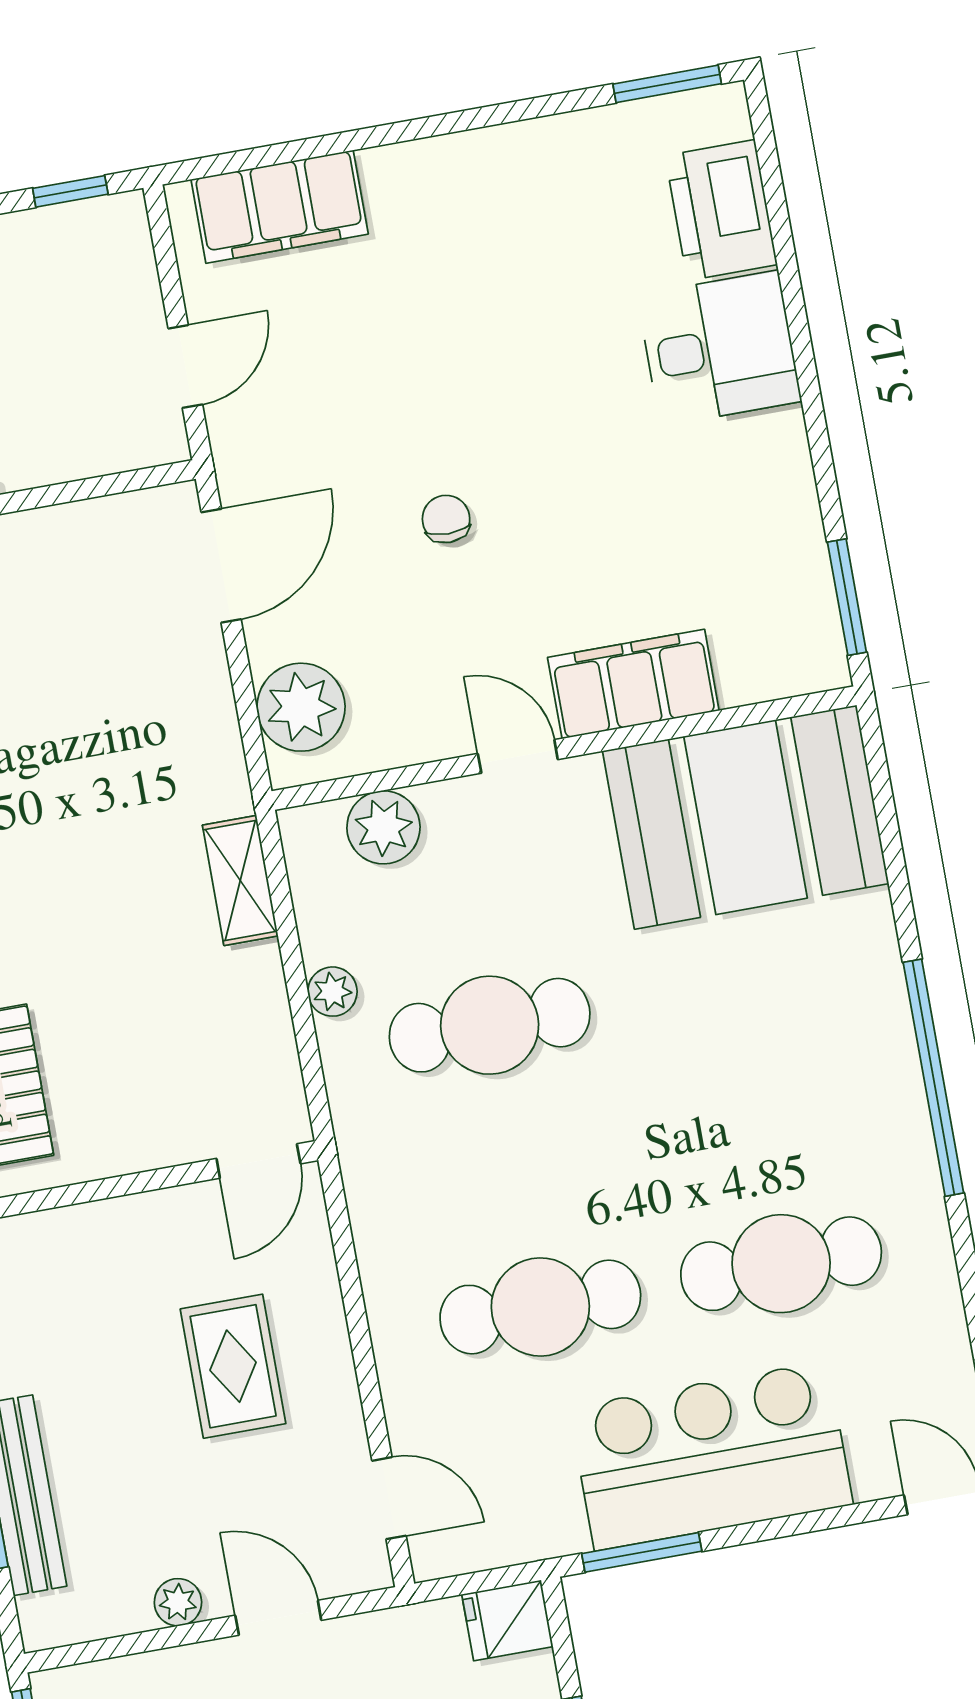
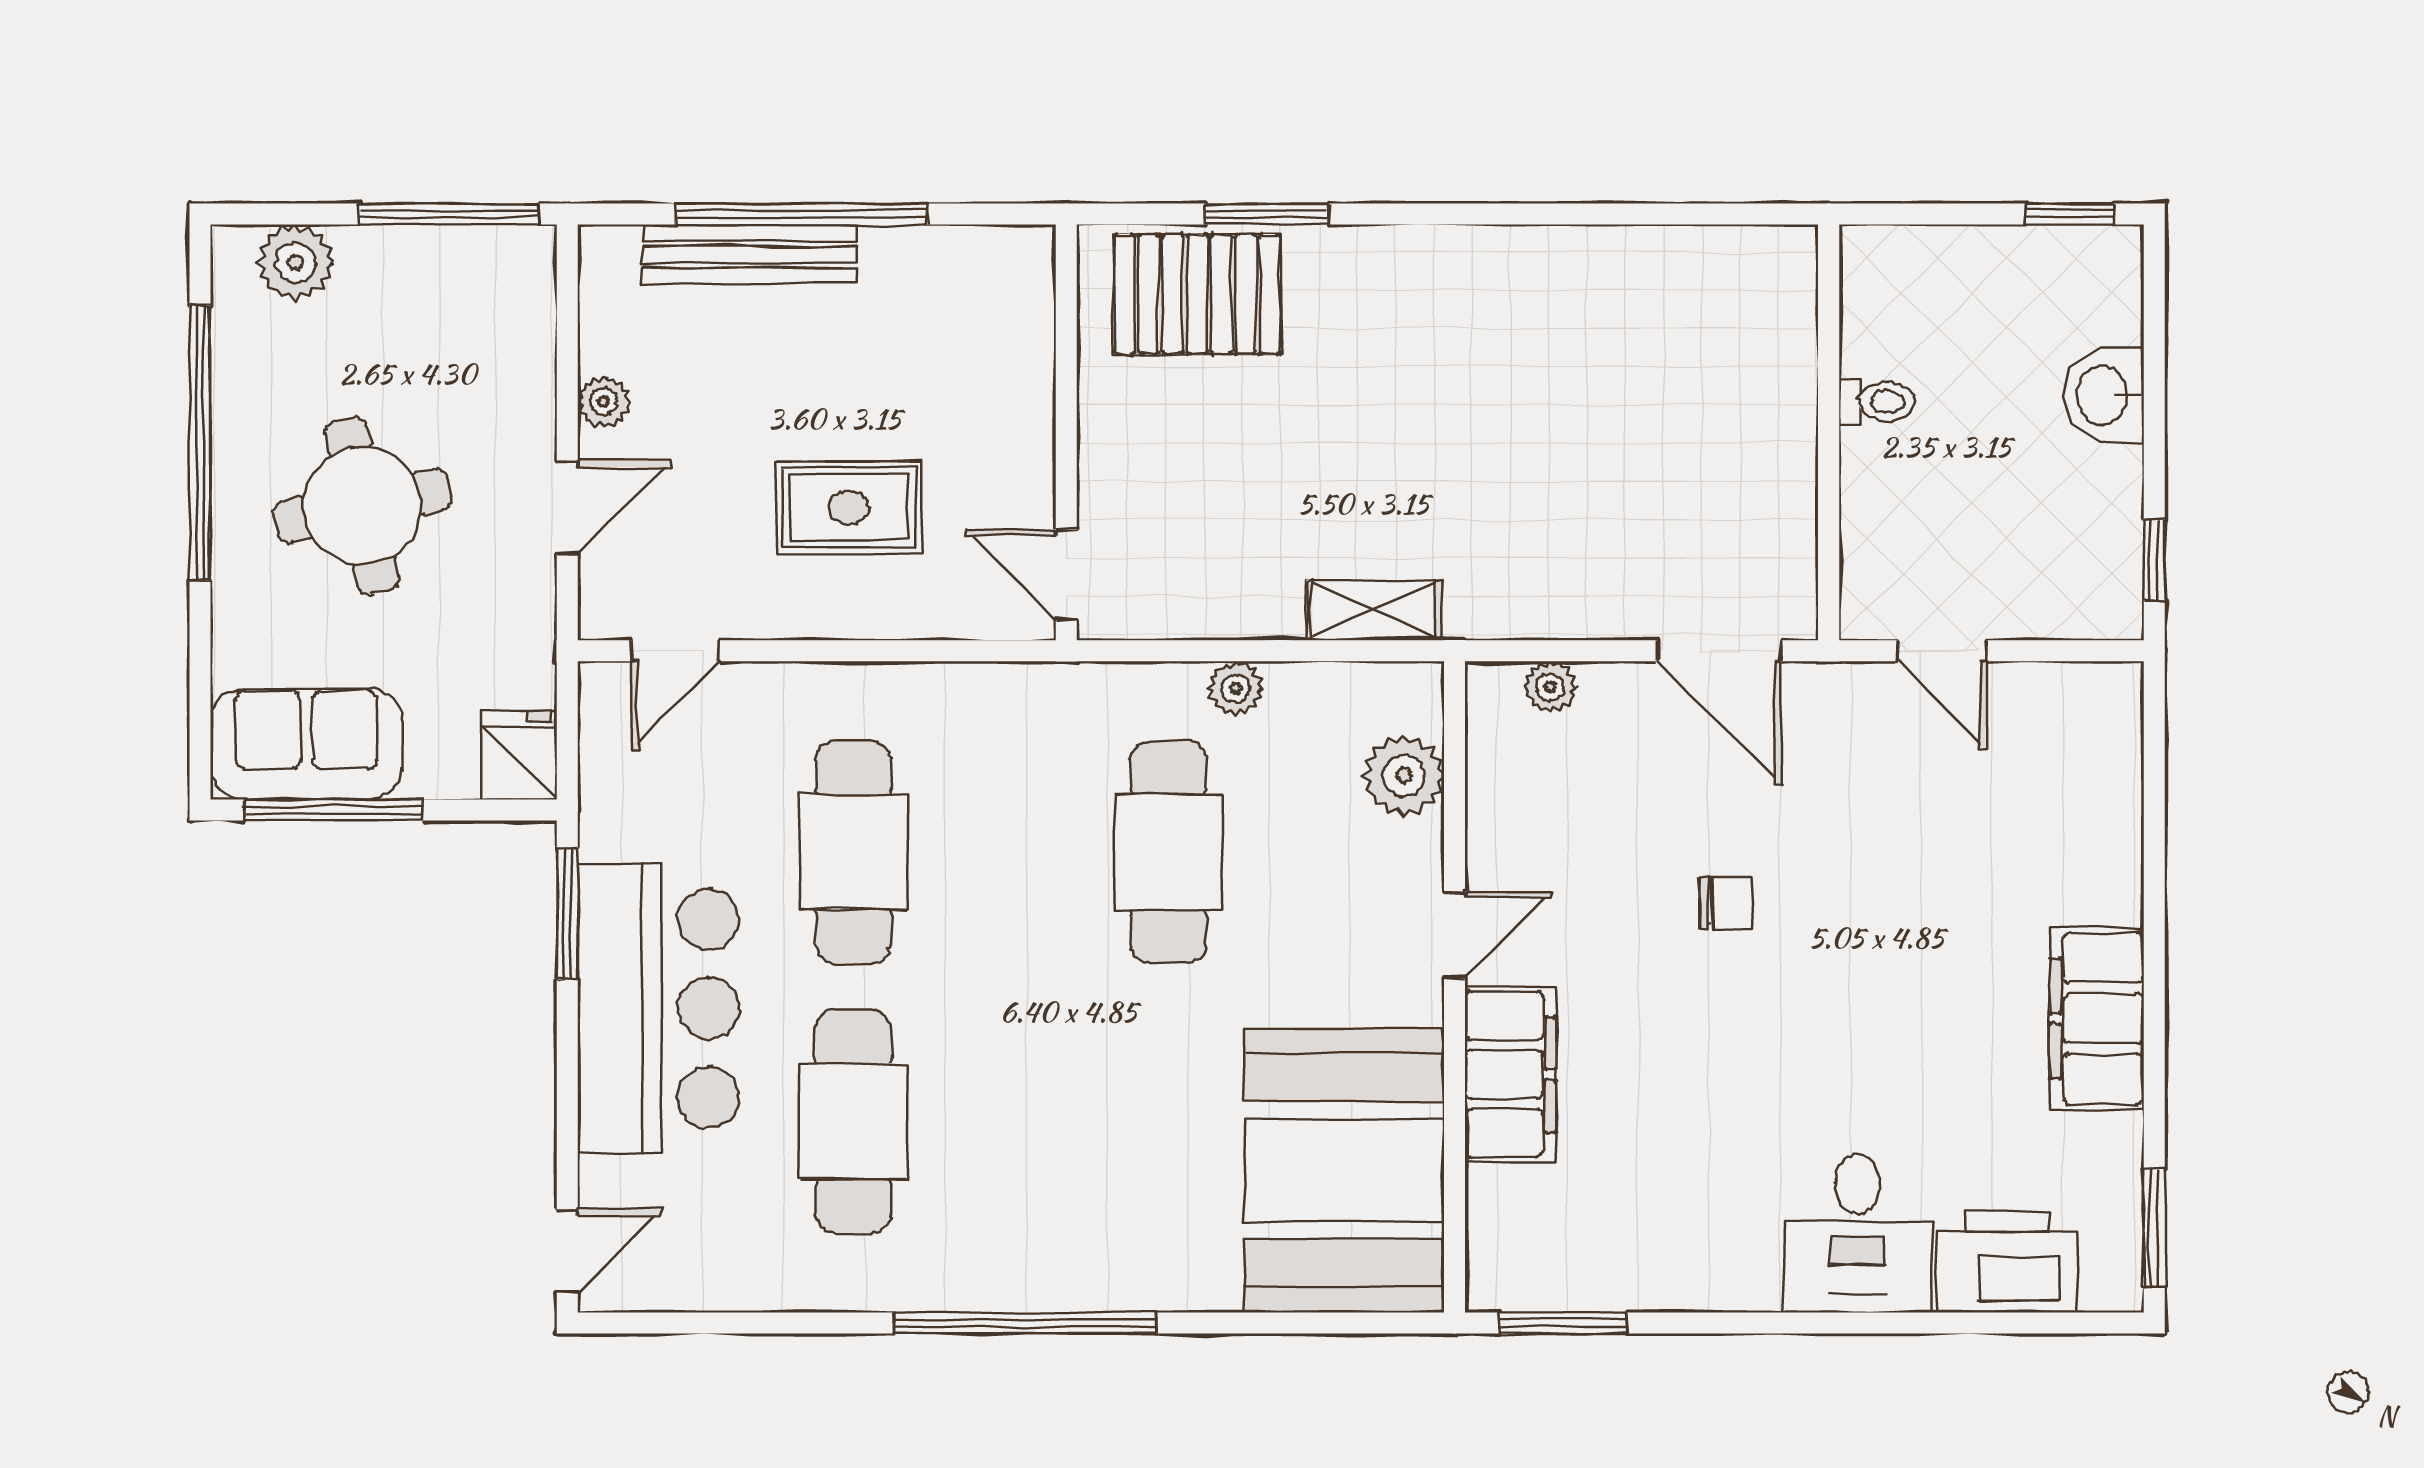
filing cabinet: (280, 207) -> (2097, 1019), moved
plant: (301, 707) -> (1550, 687), width x0.53, depth x0.53

